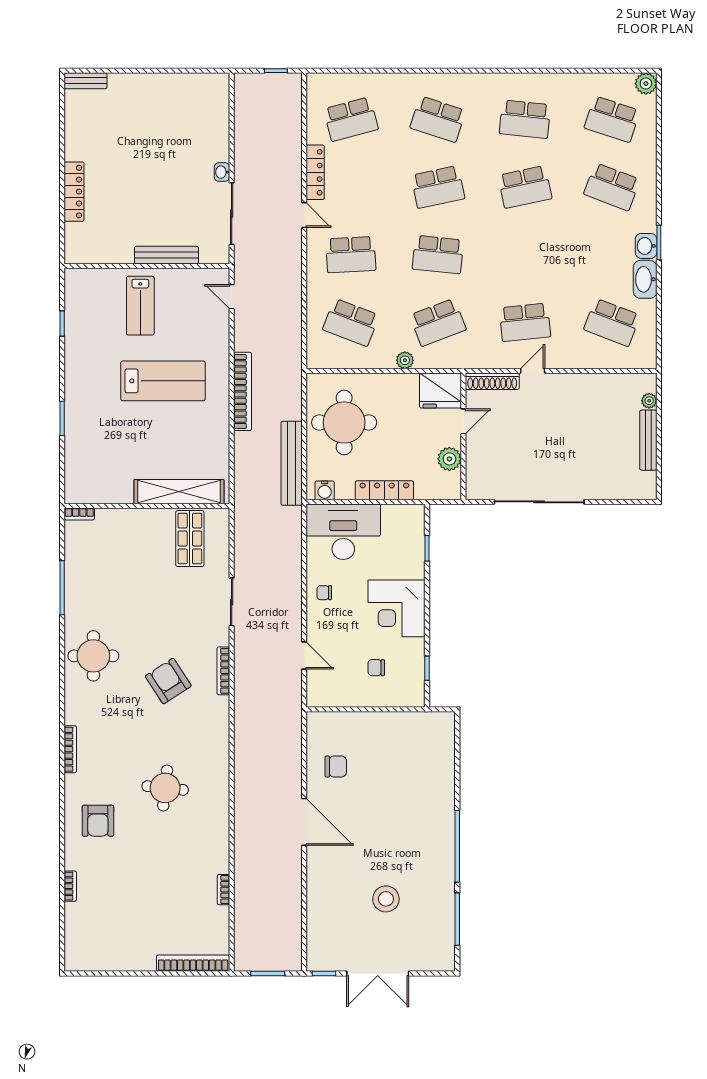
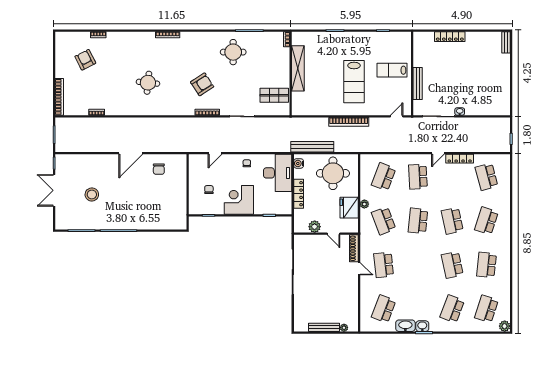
fridge: (440, 391) -> (349, 208), moved
shelving: (179, 492) -> (298, 68), moved
round table: (93, 656) -> (233, 52), moved
armchair: (98, 821) -> (85, 60), moved, turned 63

